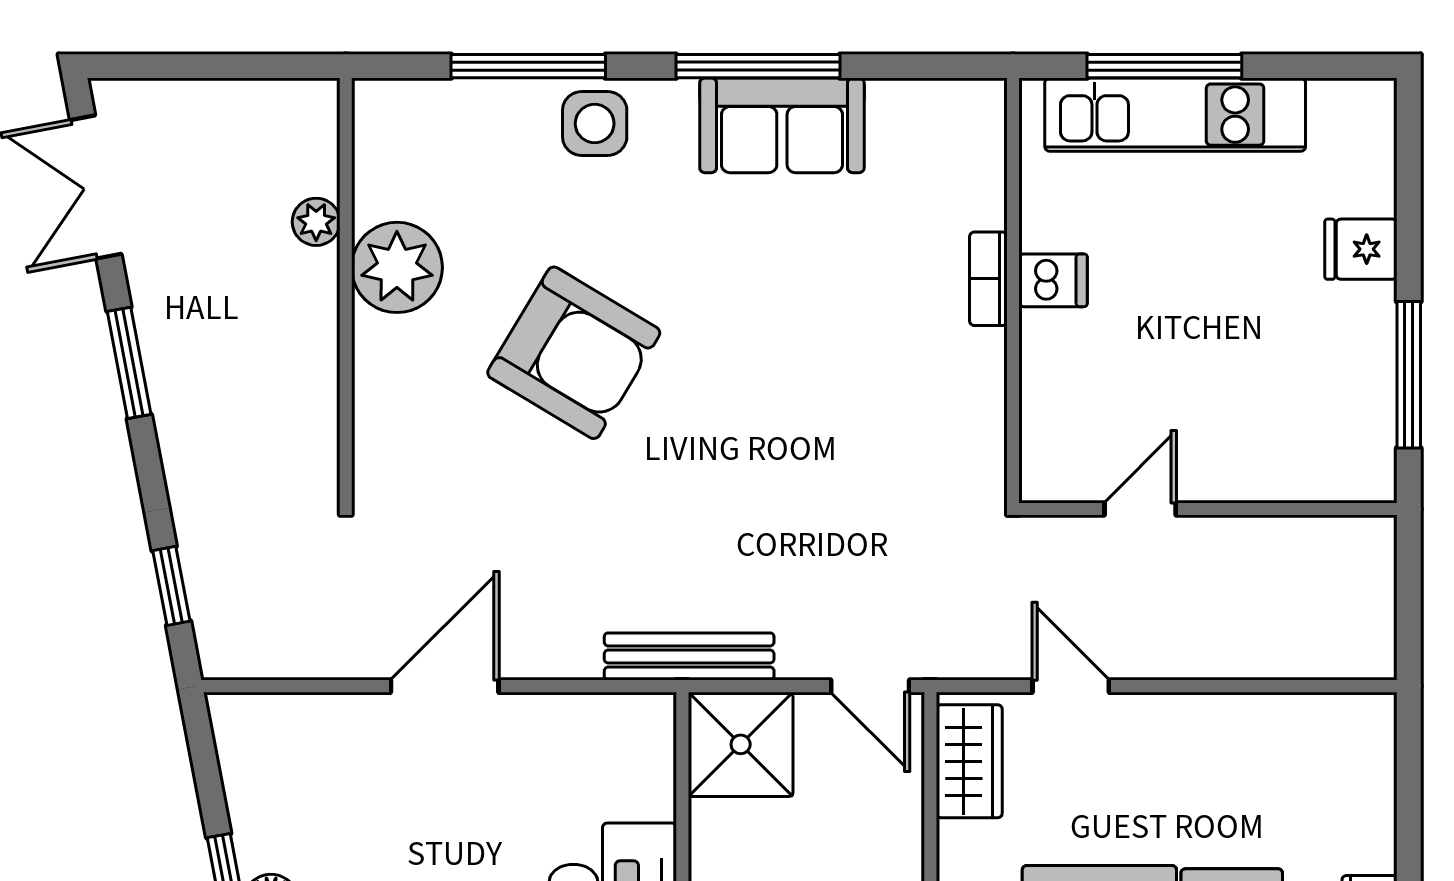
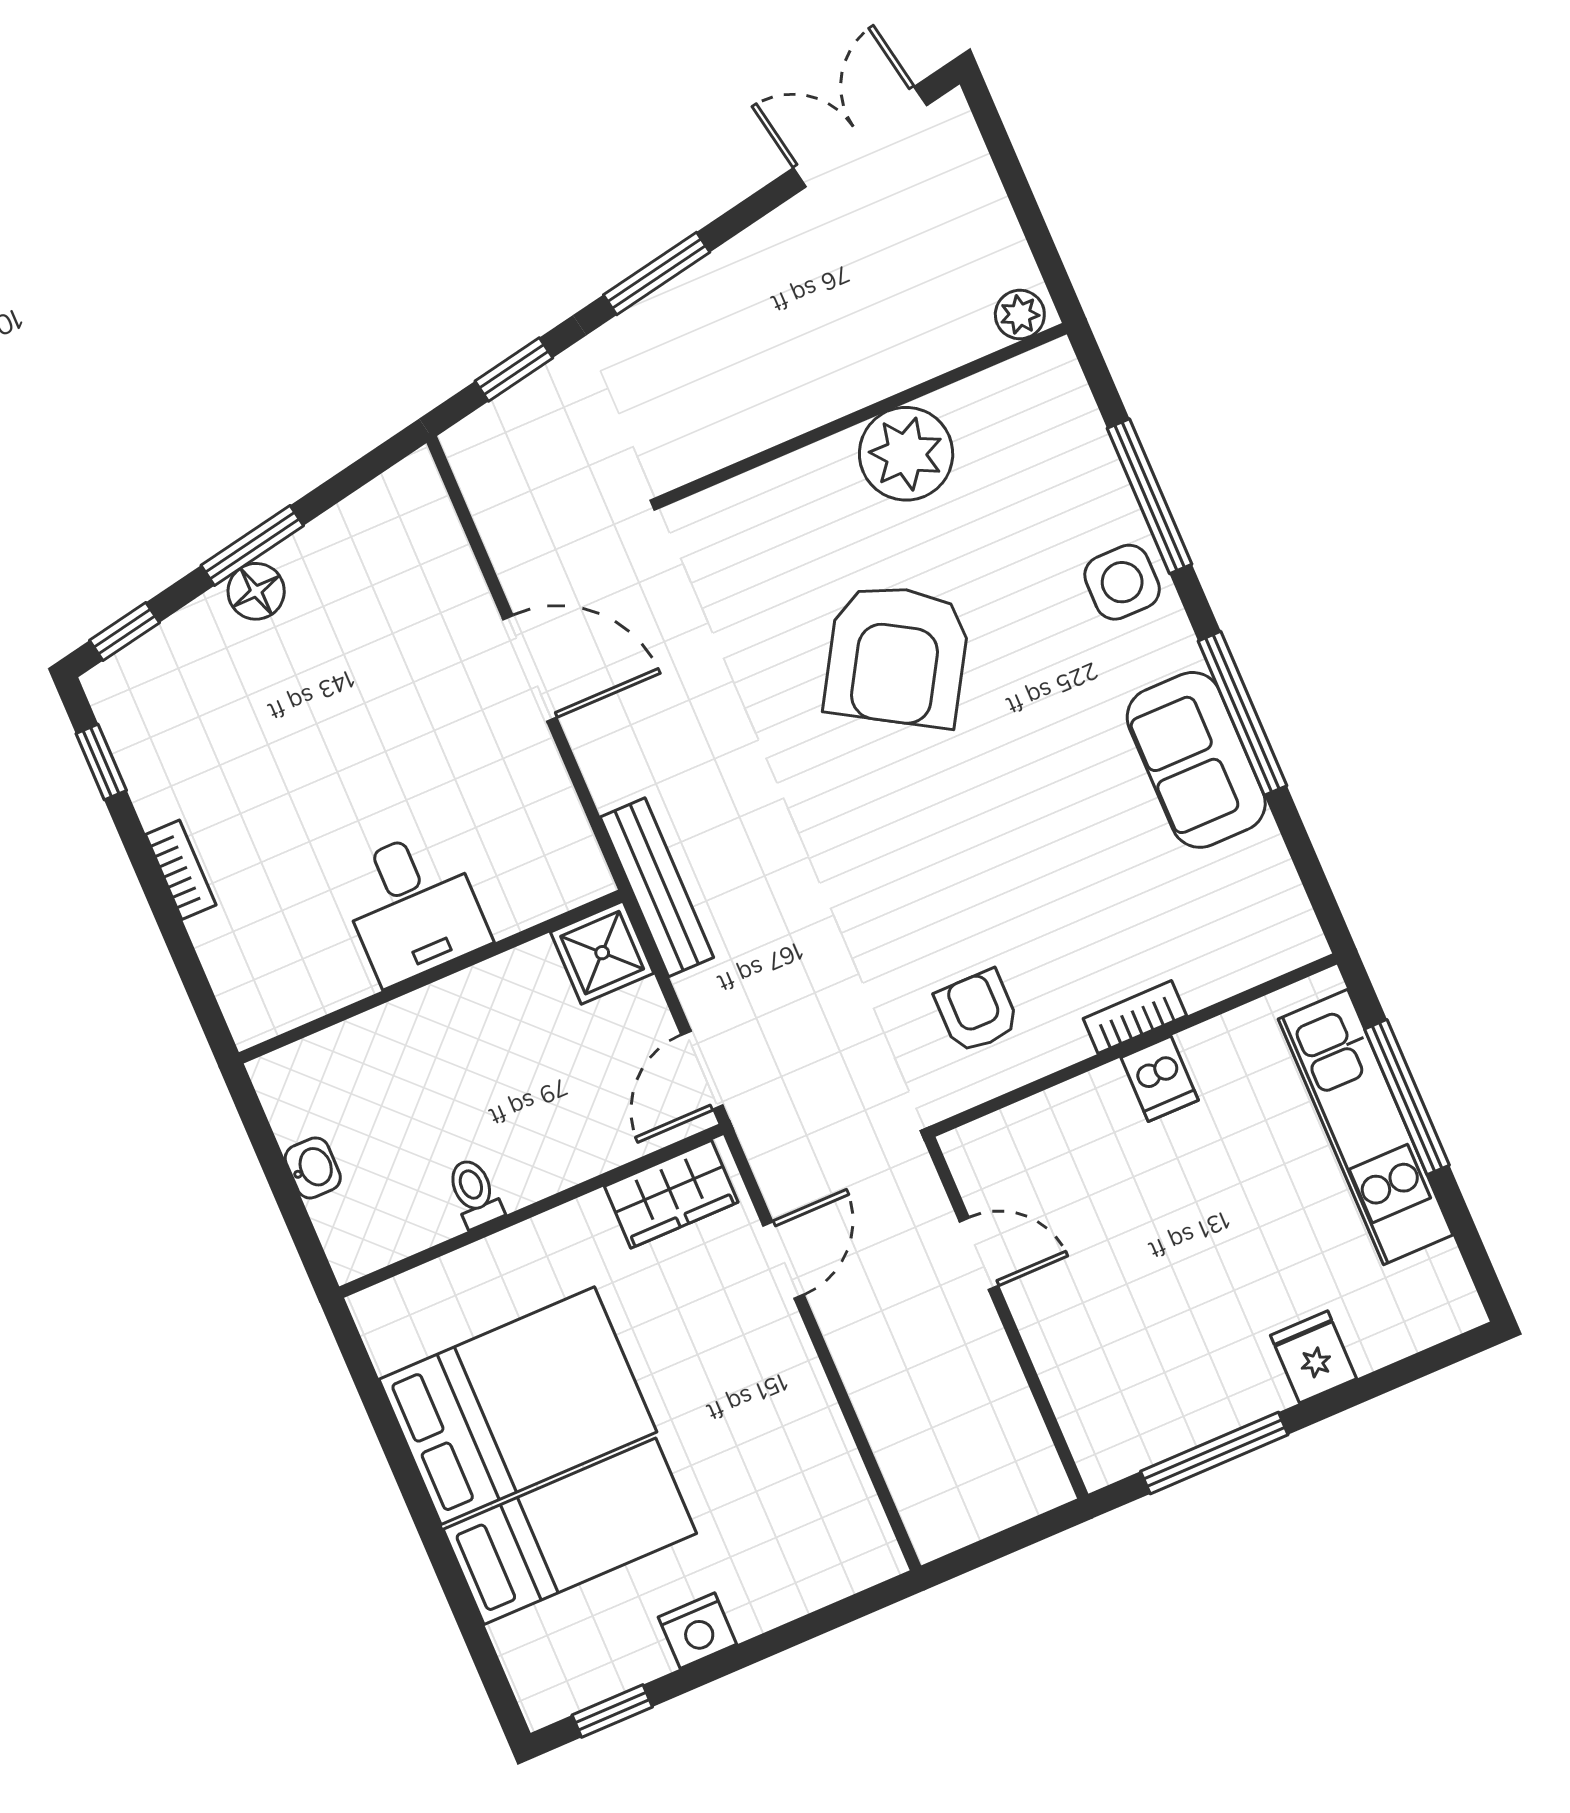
plant: (316, 222) -> (1020, 315), moved
window: (129, 363) -> (657, 273), moved
armchair: (923, 418) -> (977, 1011), added
shower: (741, 744) -> (602, 953), width x0.73, depth x0.73

